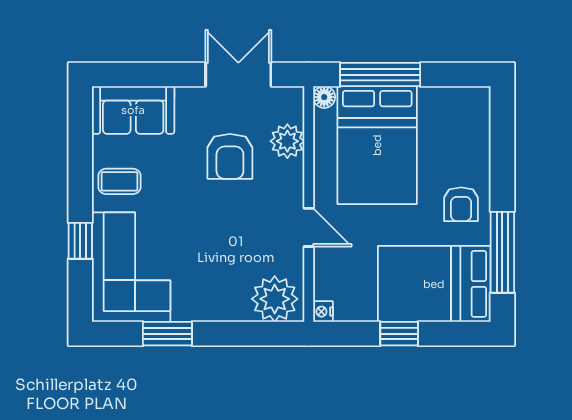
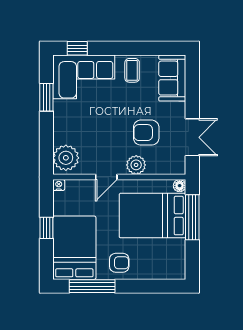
plant: (287, 141) -> (136, 165), moved
armchair: (461, 204) -> (119, 263), turned 180
window: (80, 241) -> (77, 48), moved

